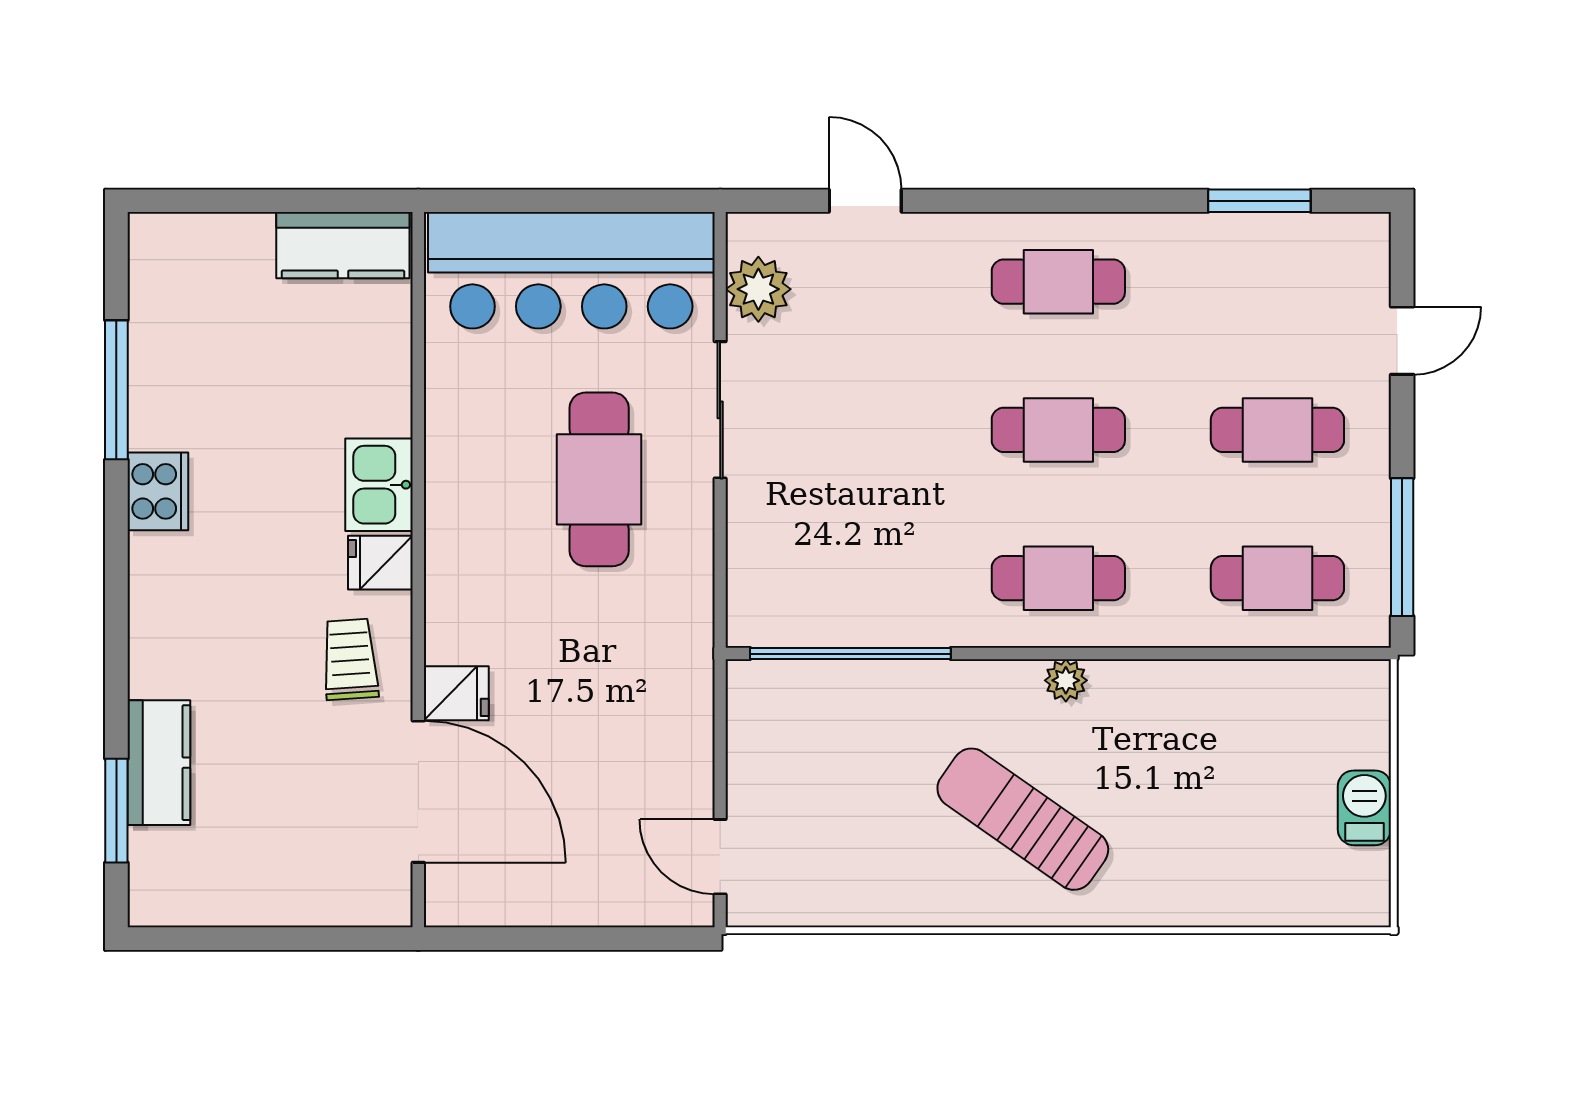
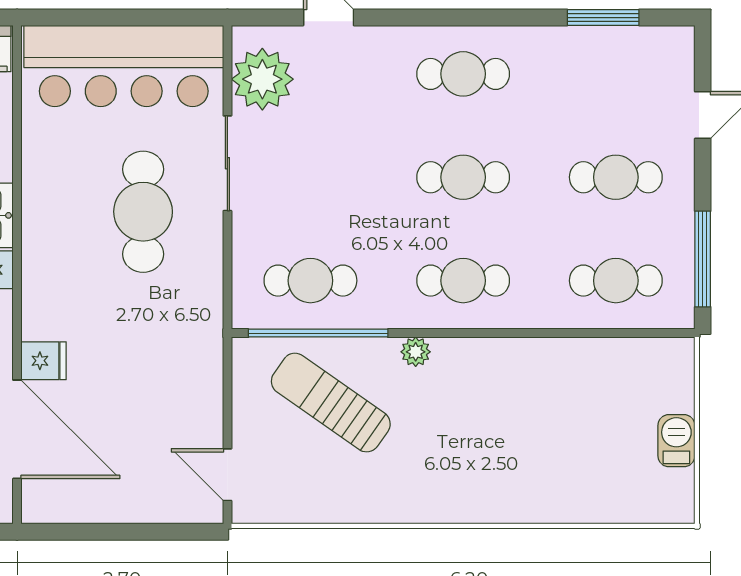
plant: (758, 289) -> (262, 79), width x1.36, depth x1.36
cafe table: (839, 578) -> (310, 281), added
plant: (1066, 680) -> (416, 352), moved
sun lounger: (1023, 819) -> (331, 403), moved

